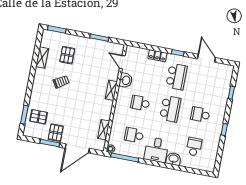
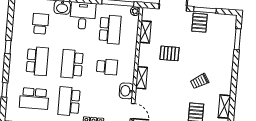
school desk: (206, 82) -> (34, 98), added
school desk: (200, 115) -> (37, 61), width x1.85
pallet: (39, 117) -> (169, 53), moved
school desk: (134, 135) -> (110, 29), width x1.85
school desk: (194, 147) -> (40, 24), turned 180

